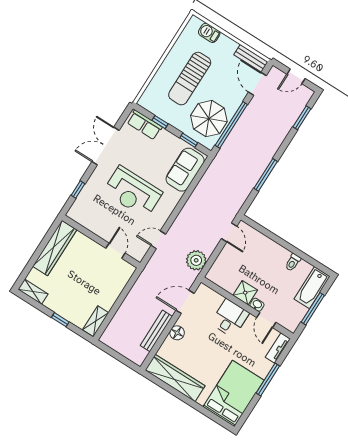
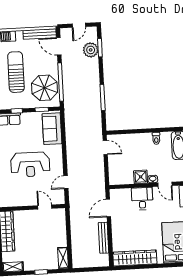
bench: (251, 58) -> (40, 34), width x1.36
sun lounger: (190, 79) -> (16, 72), turned 180
plant: (196, 260) -> (91, 50), moved
floor lamp: (177, 333) -> (117, 230), removed

